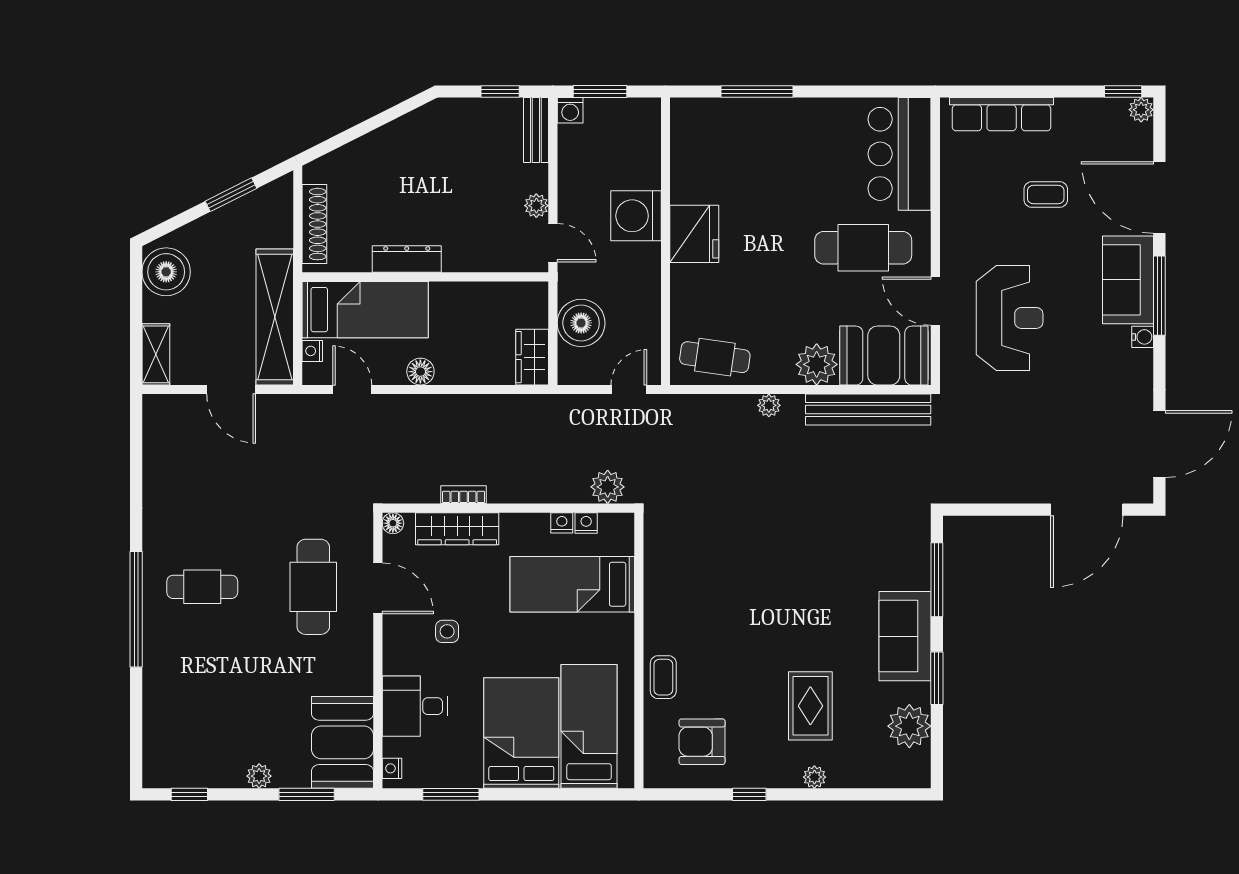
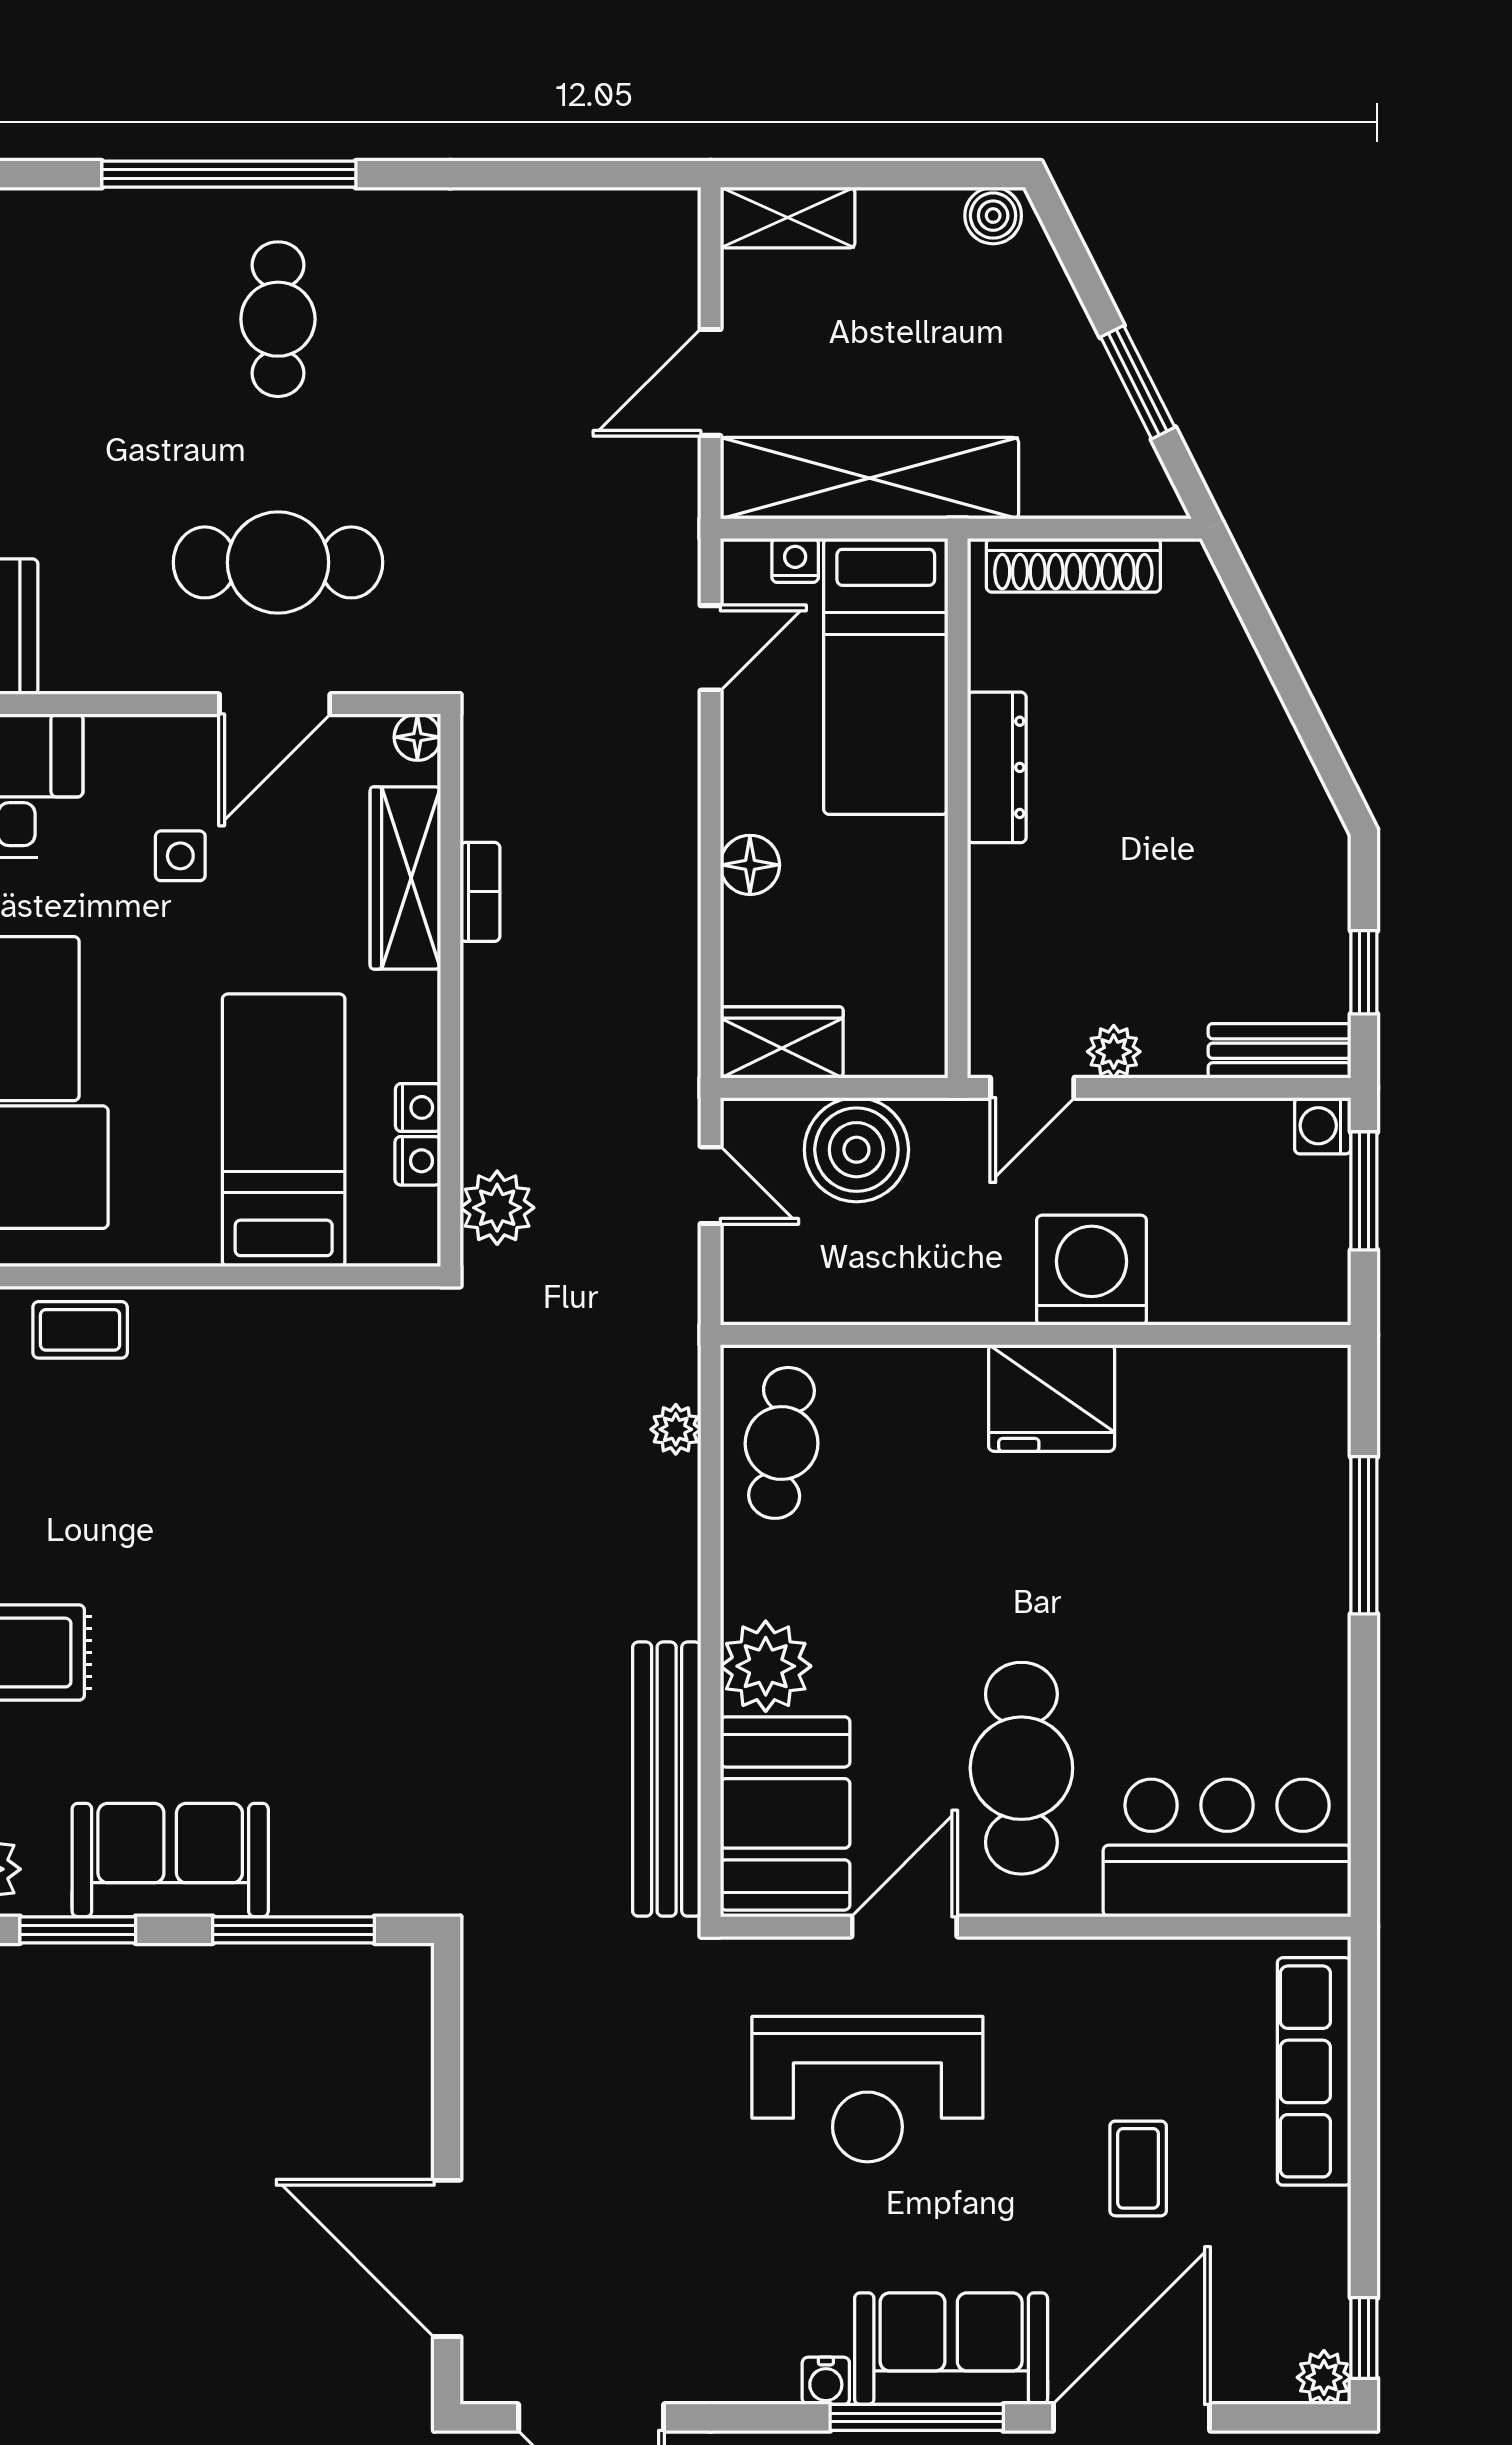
boiler: (166, 272) -> (993, 216), width x0.54, depth x0.54
floor lamp: (420, 372) -> (750, 865), moved
door: (629, 390) -> (711, 1185), moved
plant: (769, 405) -> (676, 1429), moved

